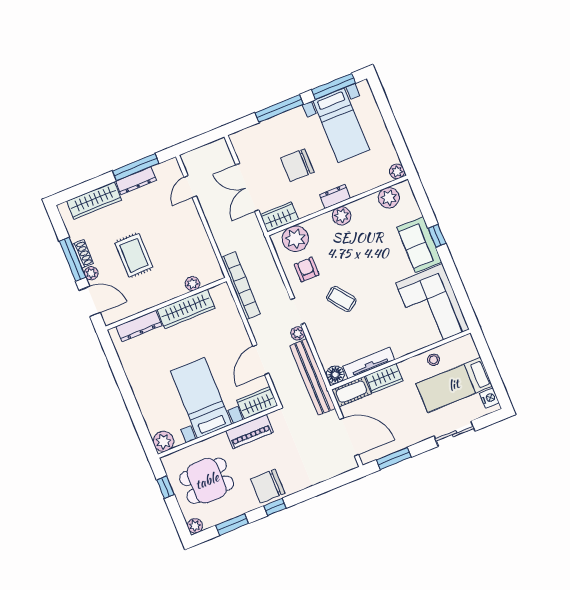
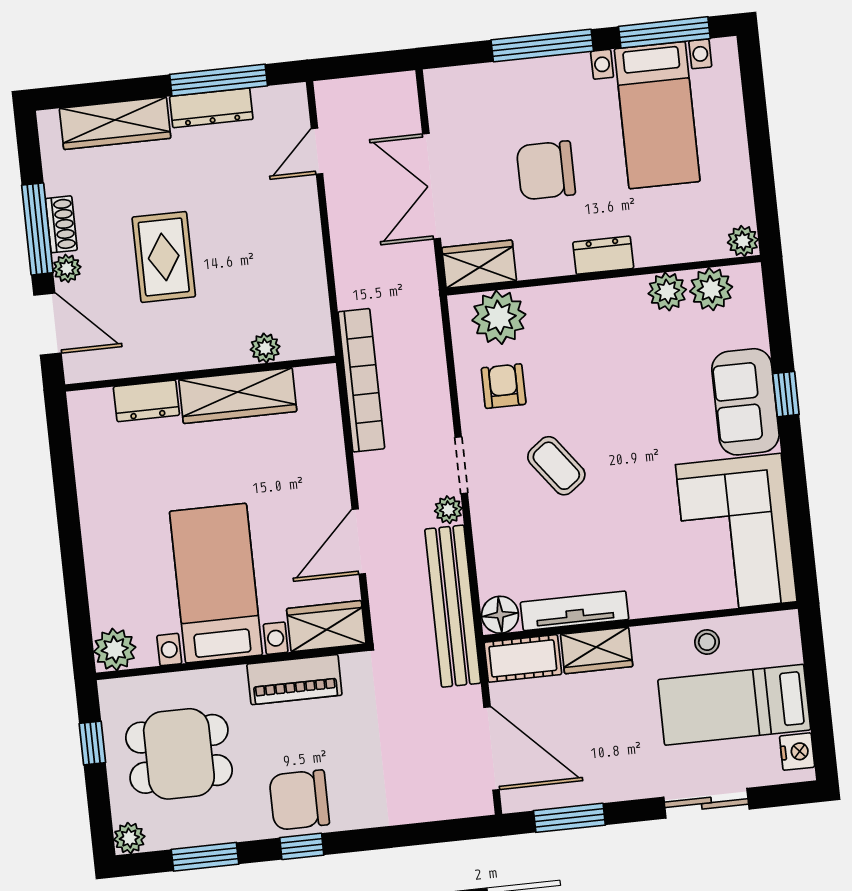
plant: (342, 216) -> (667, 292), moved
dresser: (139, 326) -> (146, 401), width x0.70

